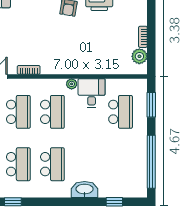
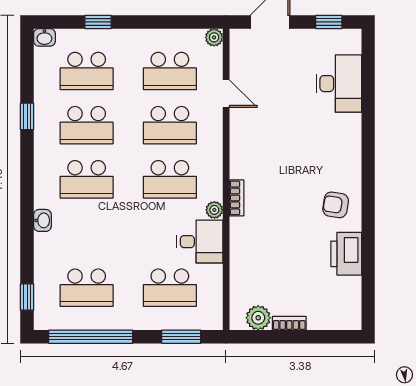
bookcase: (29, 70) -> (237, 198), moved
school desk: (121, 164) -> (87, 288), added
washbasin: (85, 189) -> (42, 220), width x0.52, depth x0.69
window: (114, 202) -> (27, 297), moved

